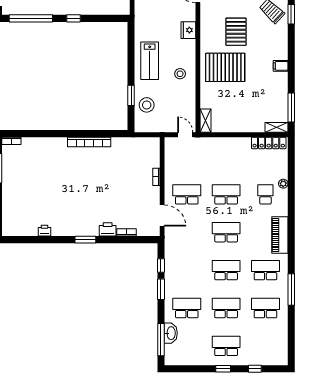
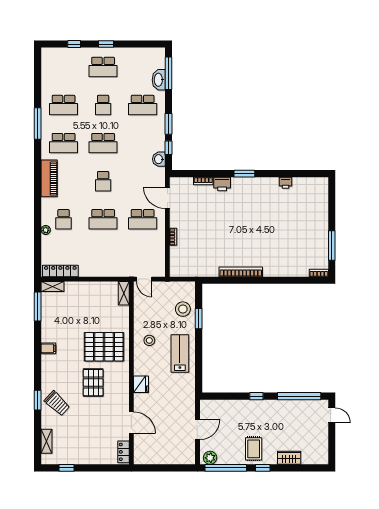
school desk: (226, 232) -> (103, 181), width x0.54
washbasin: (171, 254) -> (159, 159), added
school desk: (226, 308) -> (103, 105), width x0.54

